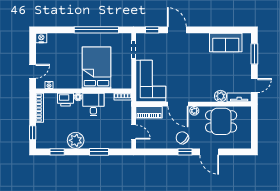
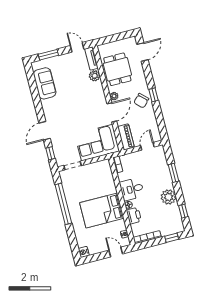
bed: (96, 68) -> (102, 210), moved
door: (209, 152) -> (142, 52), moved

